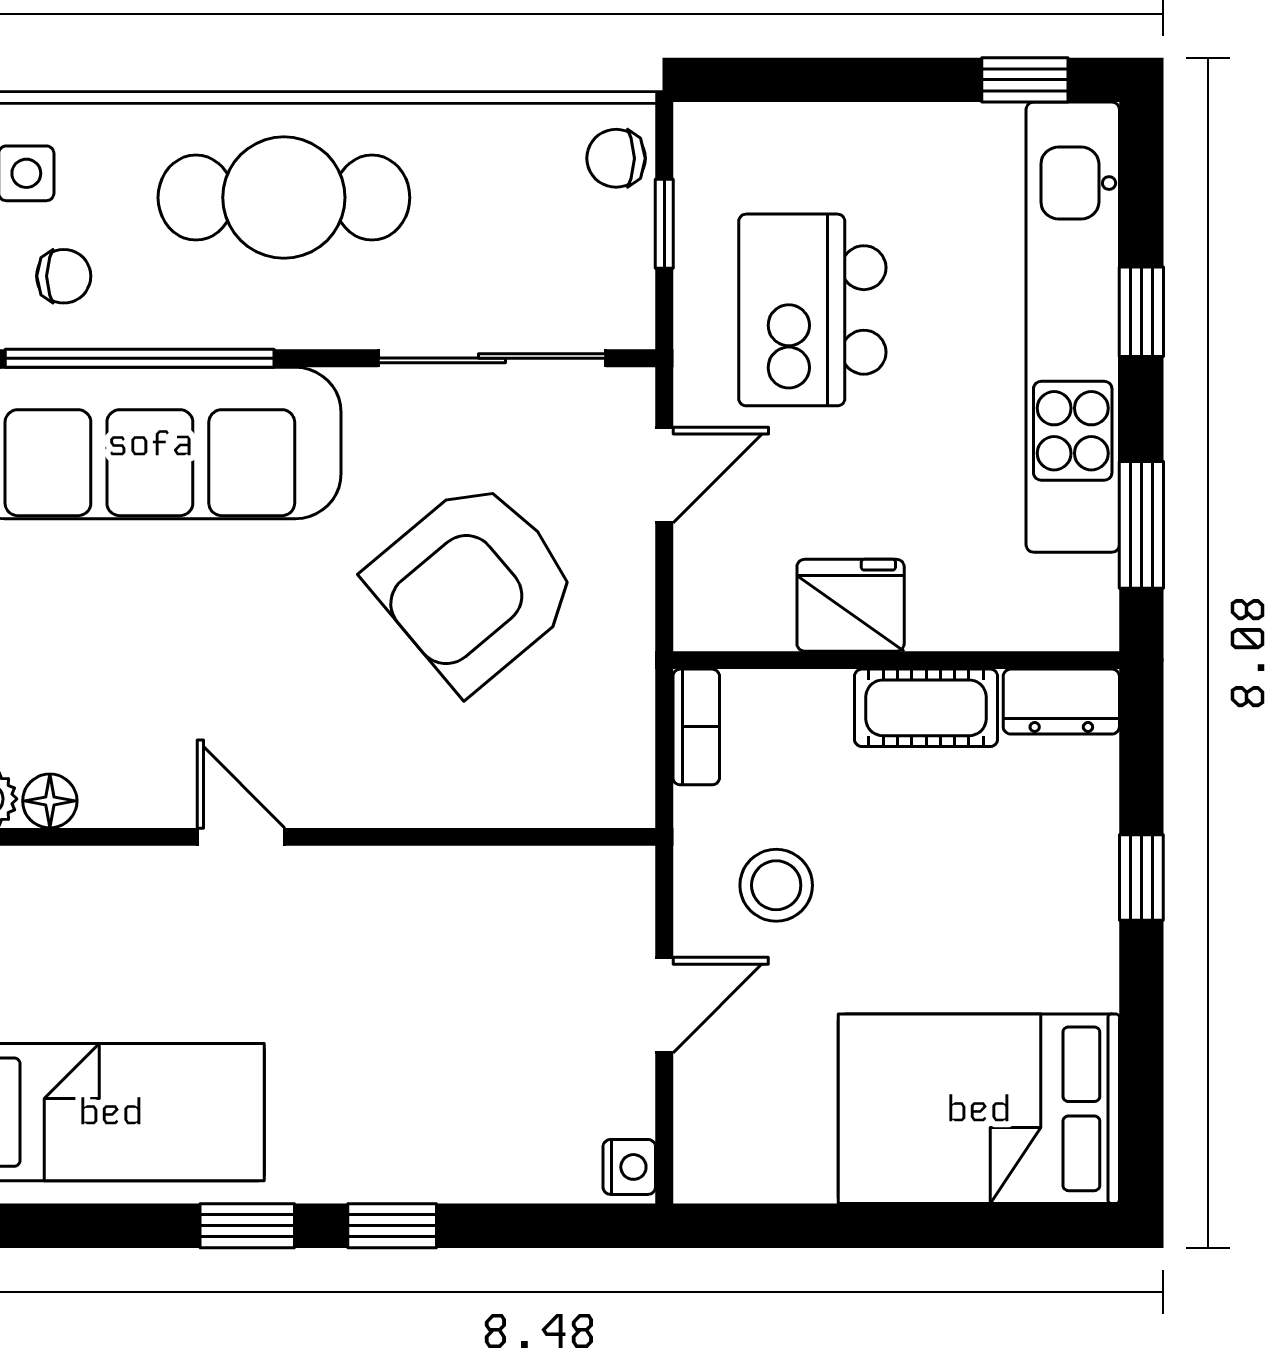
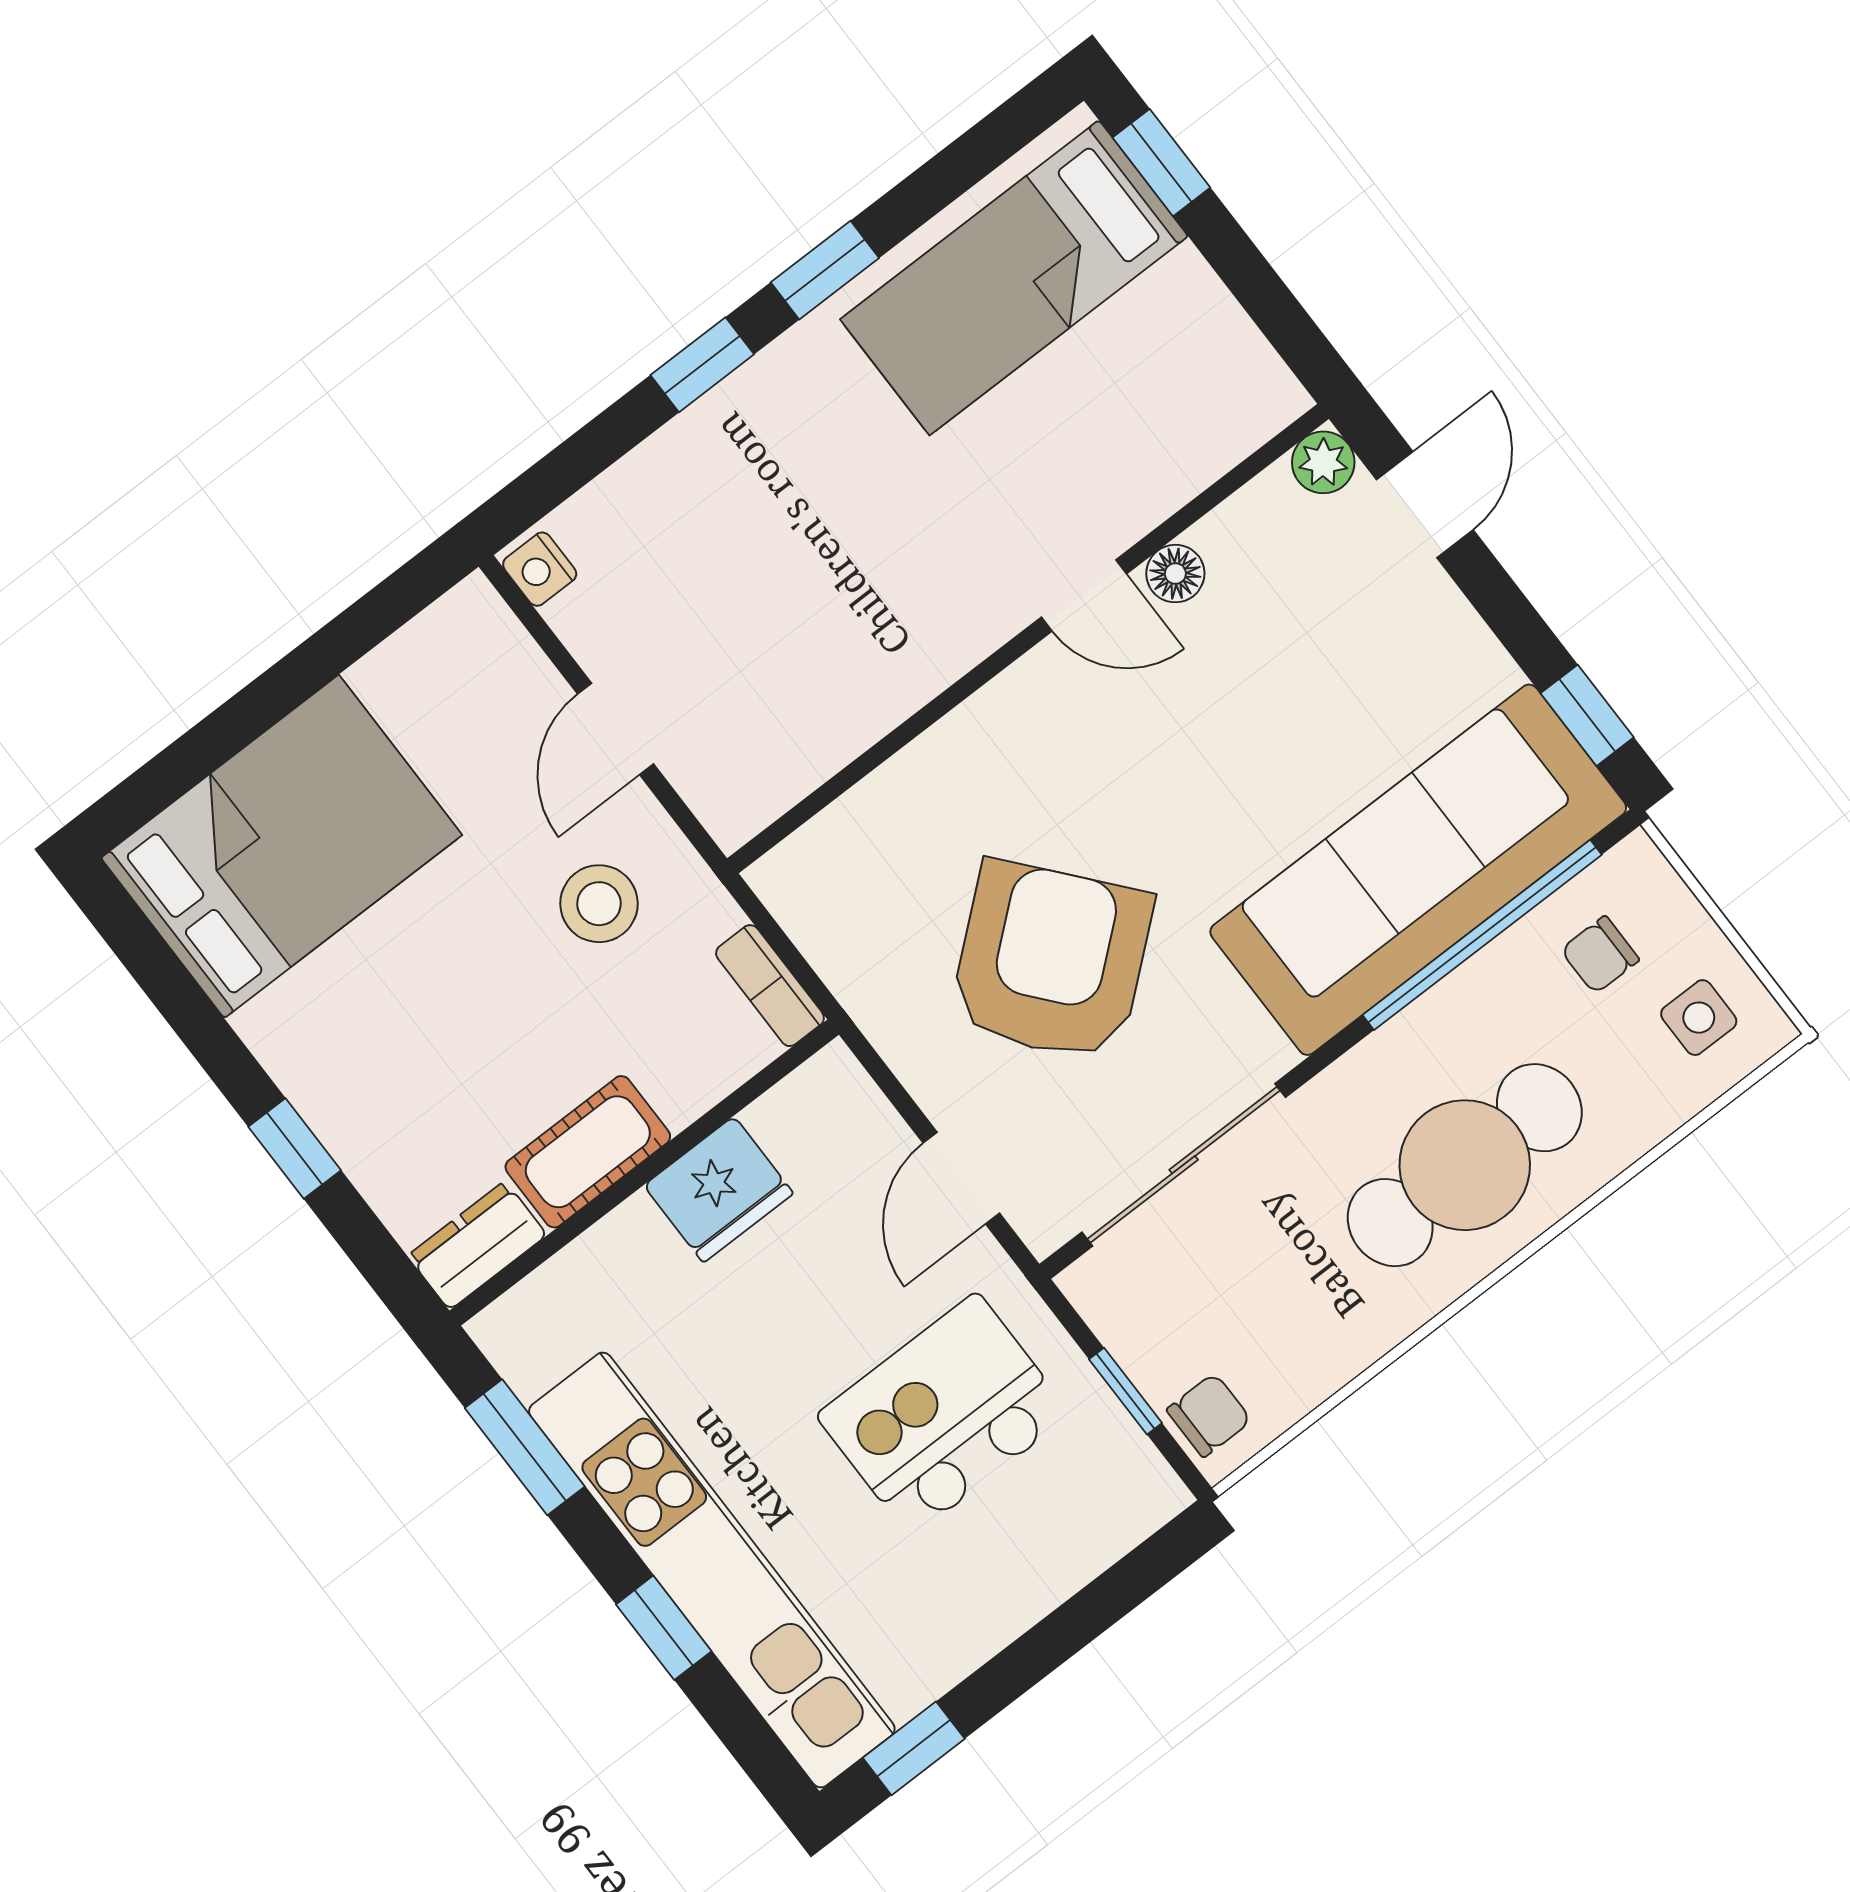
kitchen island: (812, 310) -> (944, 1415), turned -90
floor lamp: (50, 801) -> (1175, 574), moved

